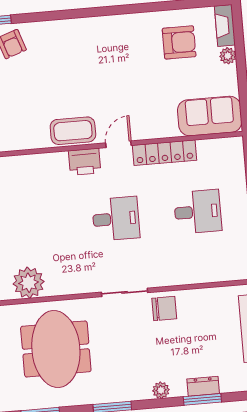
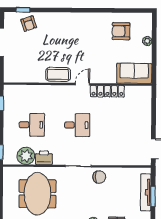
fireplace: (225, 25) -> (147, 24), removed
armchair: (179, 42) -> (121, 31), turned 180
printer: (85, 162) -> (44, 158), moved, turned 180
desk: (198, 212) -> (32, 125), moved

